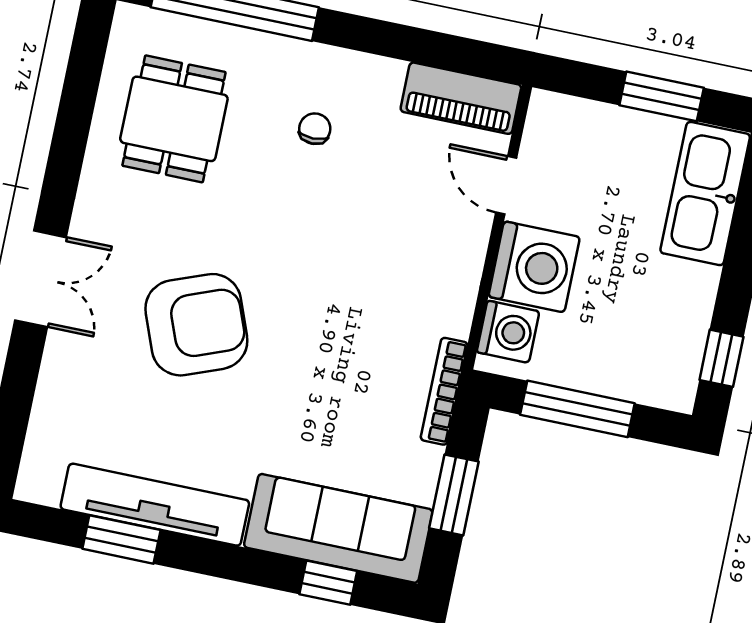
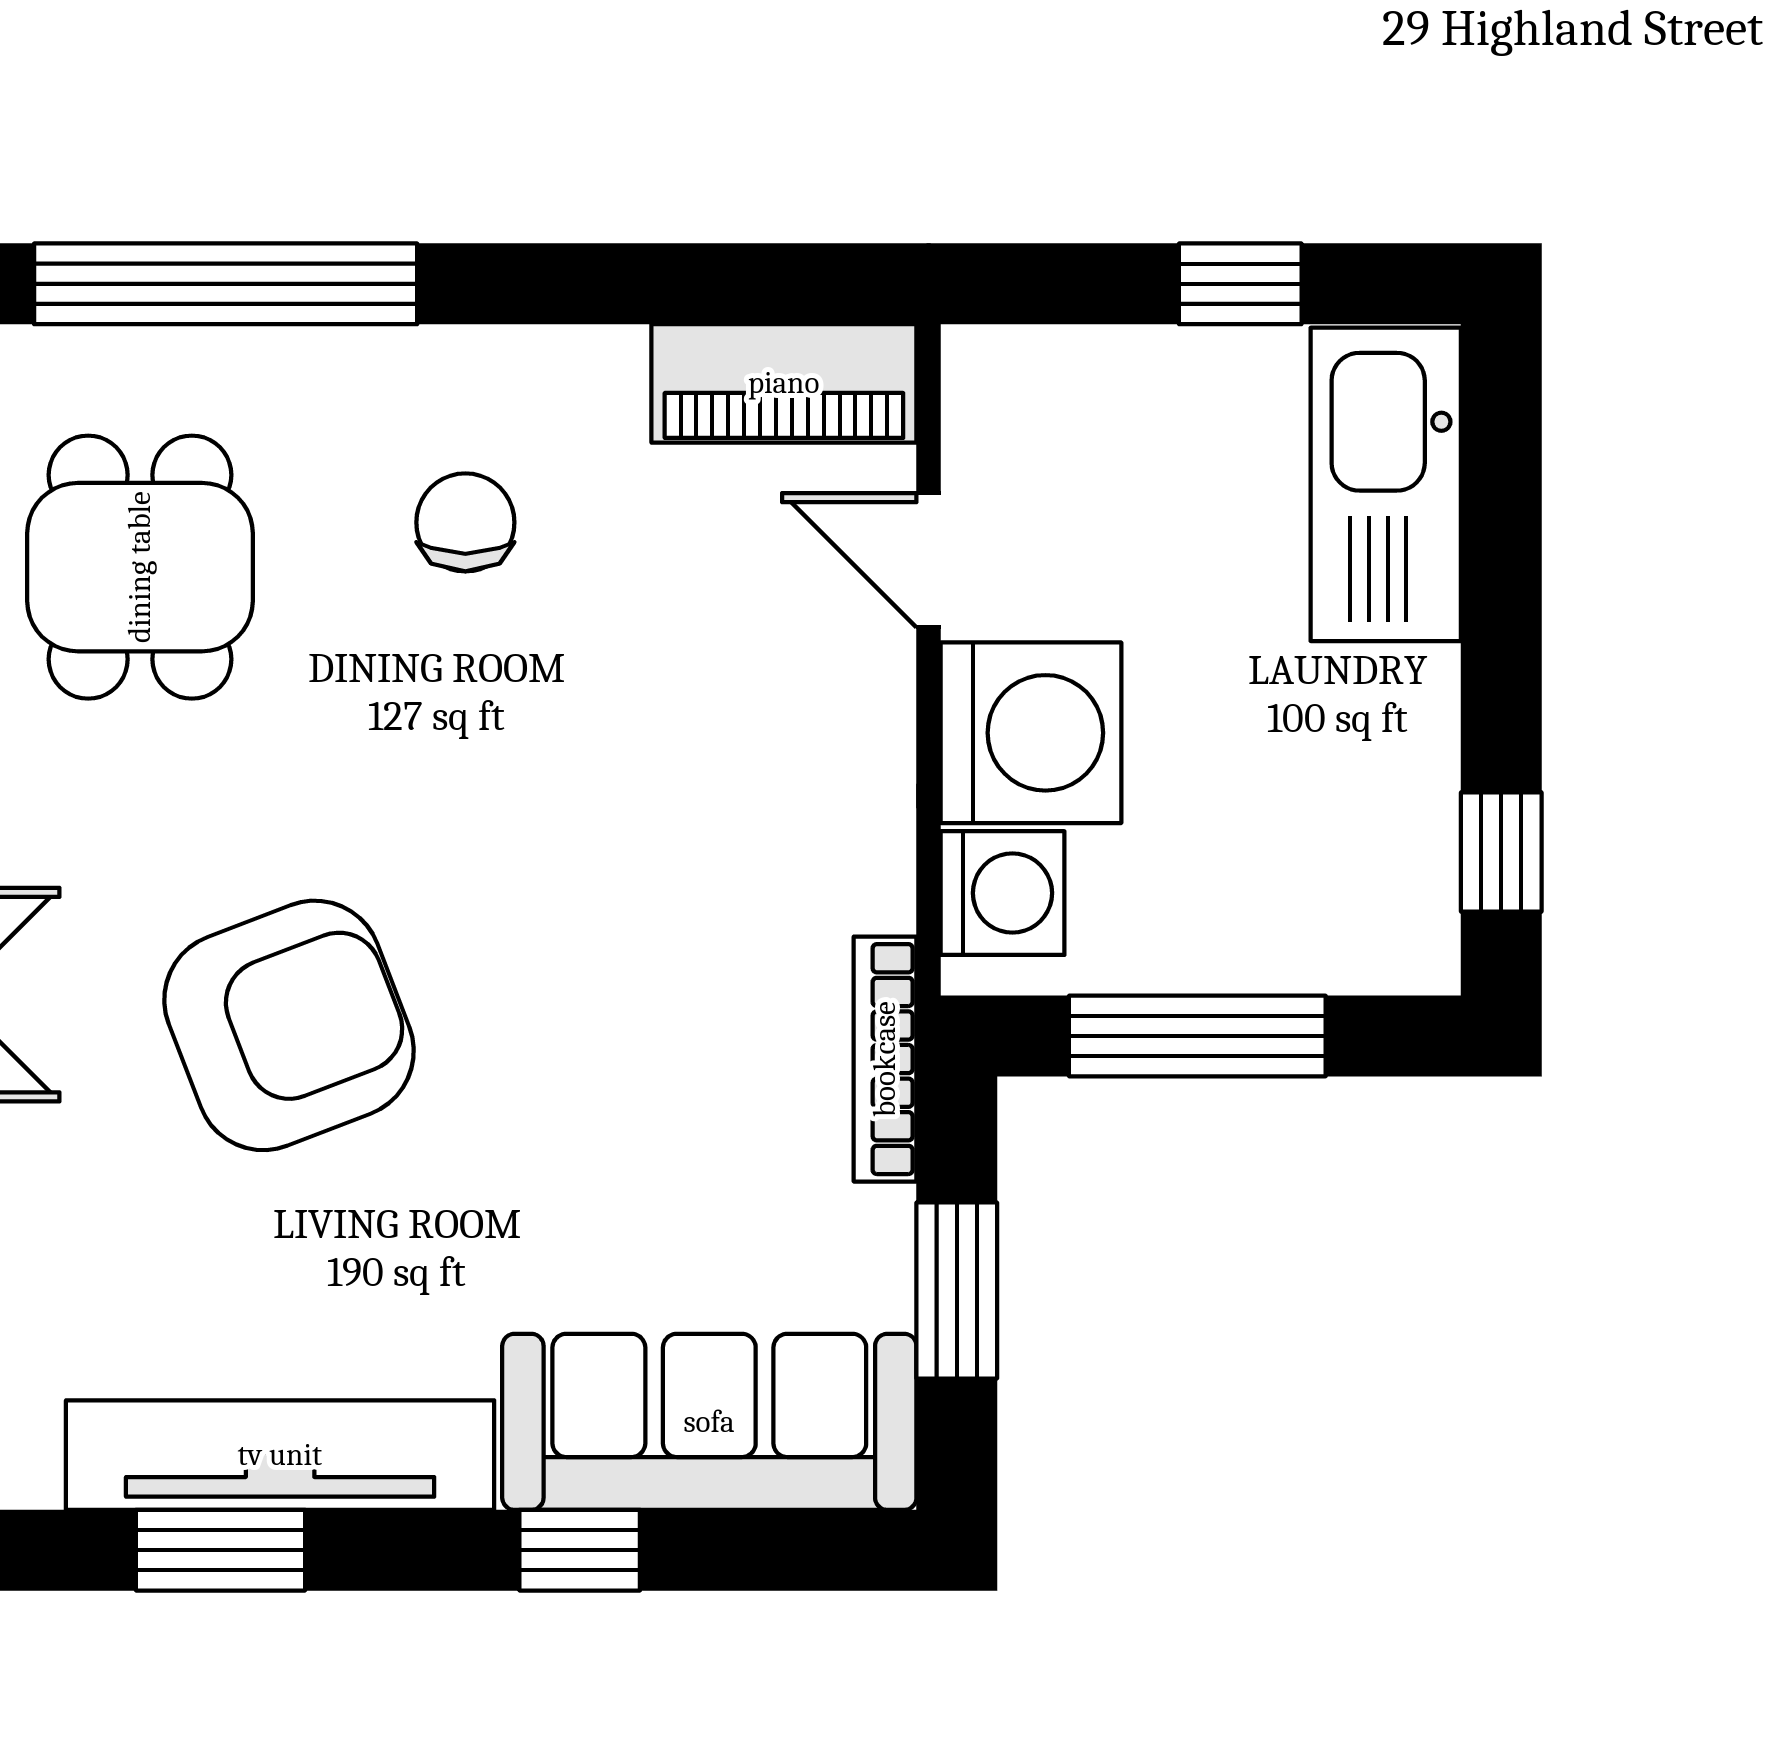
window: (662, 96) -> (1240, 284), width x0.67
chair: (315, 129) -> (465, 522), width x1.37, depth x1.37
window: (328, 583) -> (580, 1550), moved

